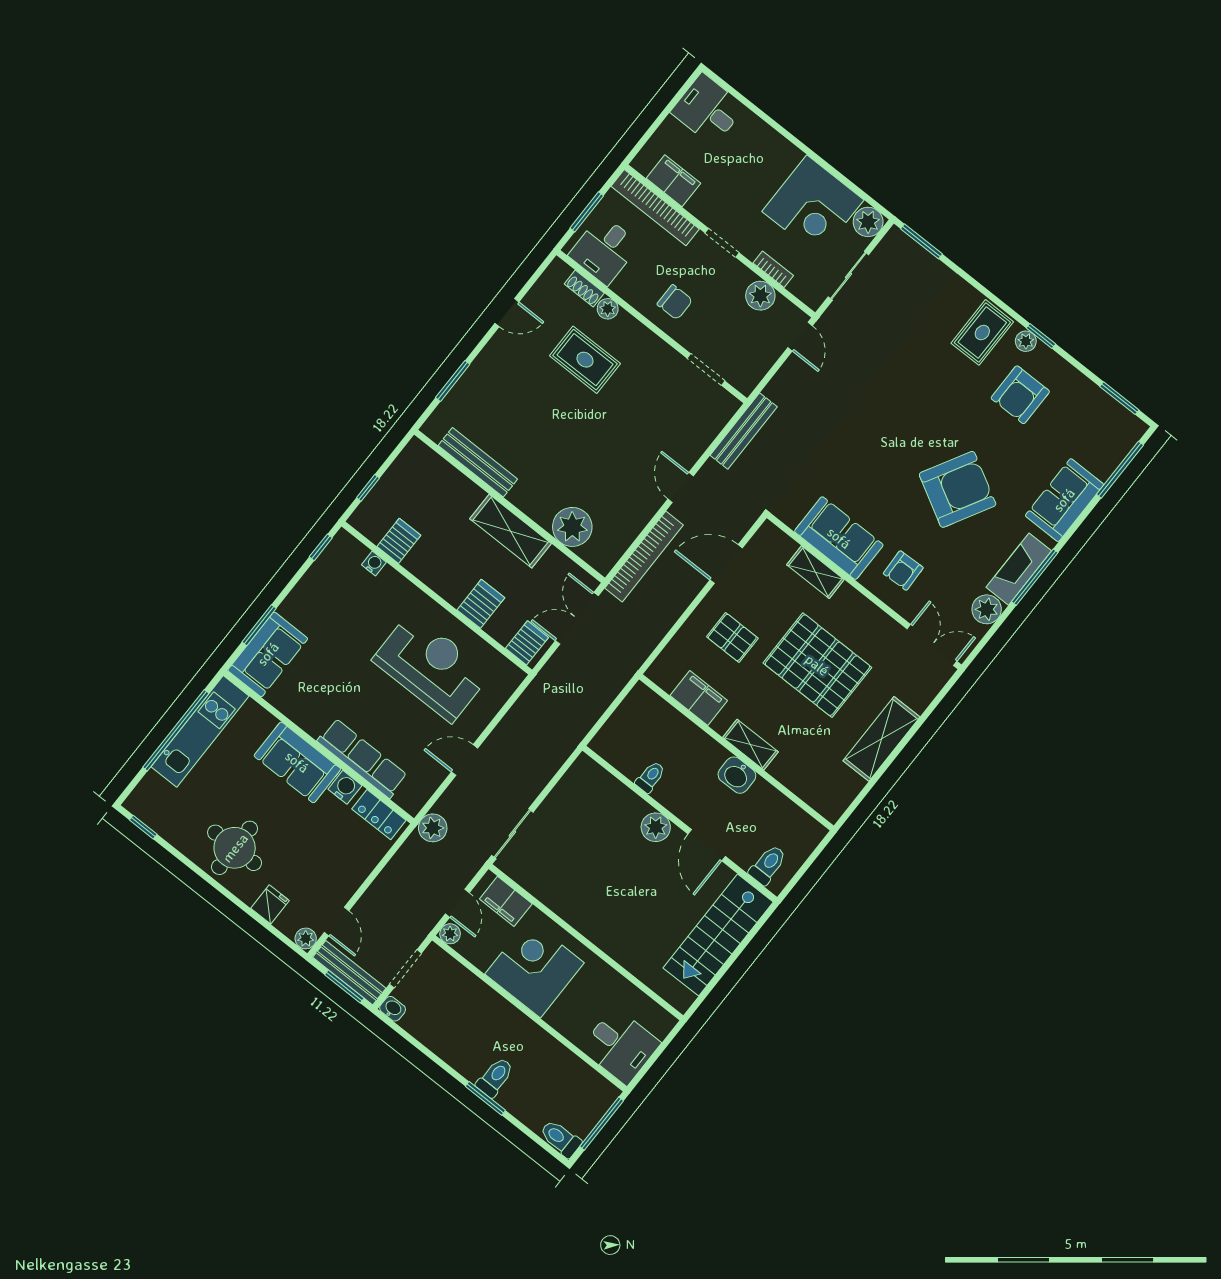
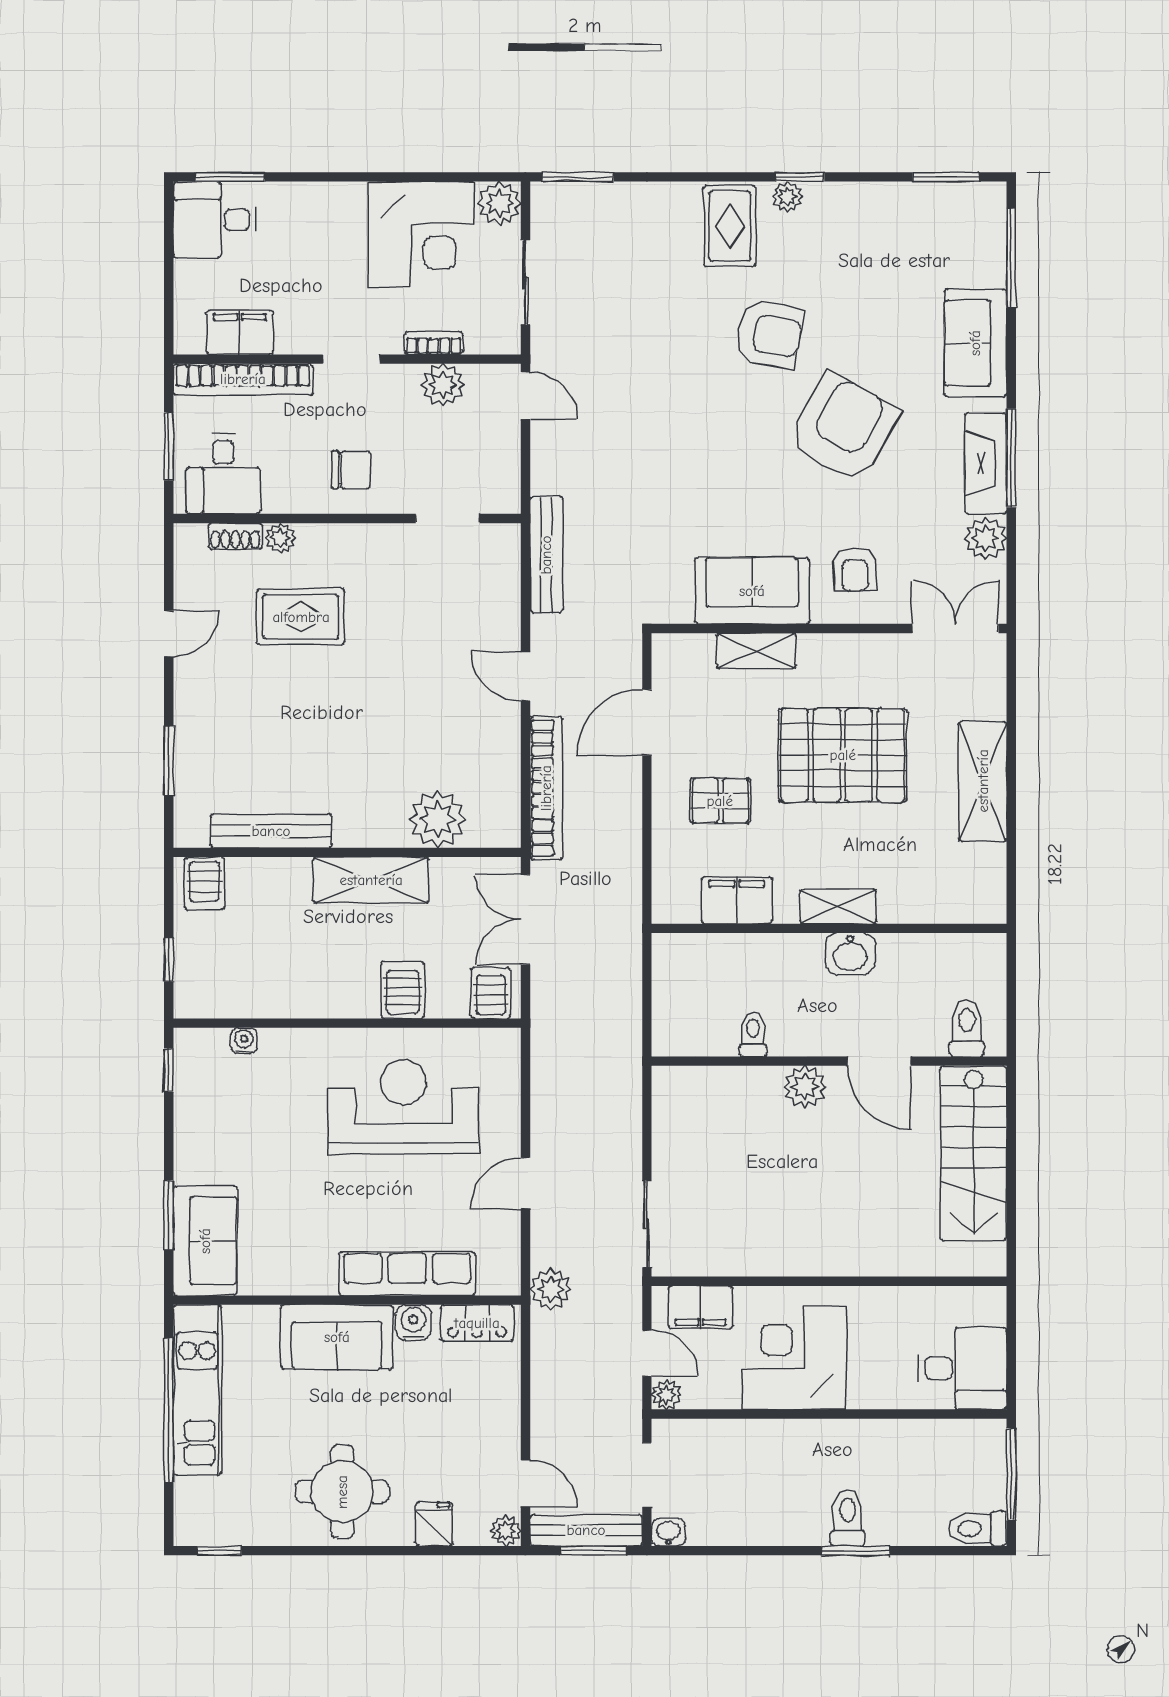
window: (734, 93) -> (230, 177), added
armchair: (1020, 395) -> (769, 335), moved, turned -80
server rack: (399, 541) -> (204, 883), moved, turned 180

